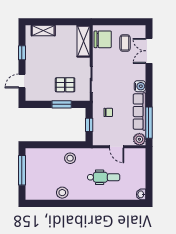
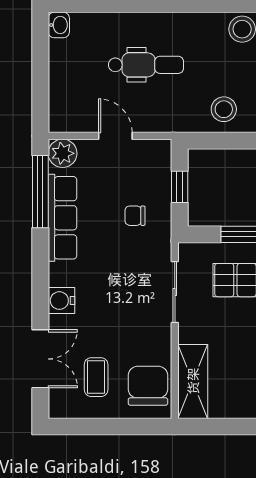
chair: (103, 39) -> (148, 386), turned 90
water cooler: (140, 86) -> (61, 301), moved
dental chair: (104, 177) -> (146, 65), turned 180

